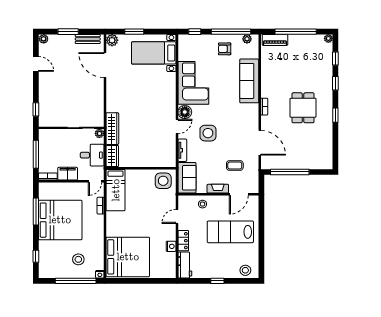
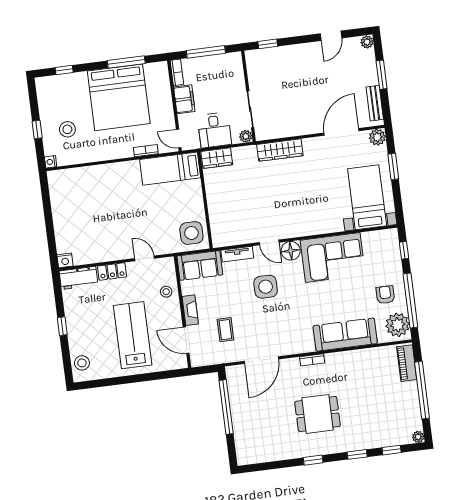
plant: (247, 39) -> (398, 325), width x1.88, depth x1.88
wardrobe: (112, 129) -> (280, 150), moved
nightstand: (171, 246) -> (65, 260), moved
bed: (128, 257) -> (80, 197), removed
window: (76, 281) -> (37, 129), width x0.32

